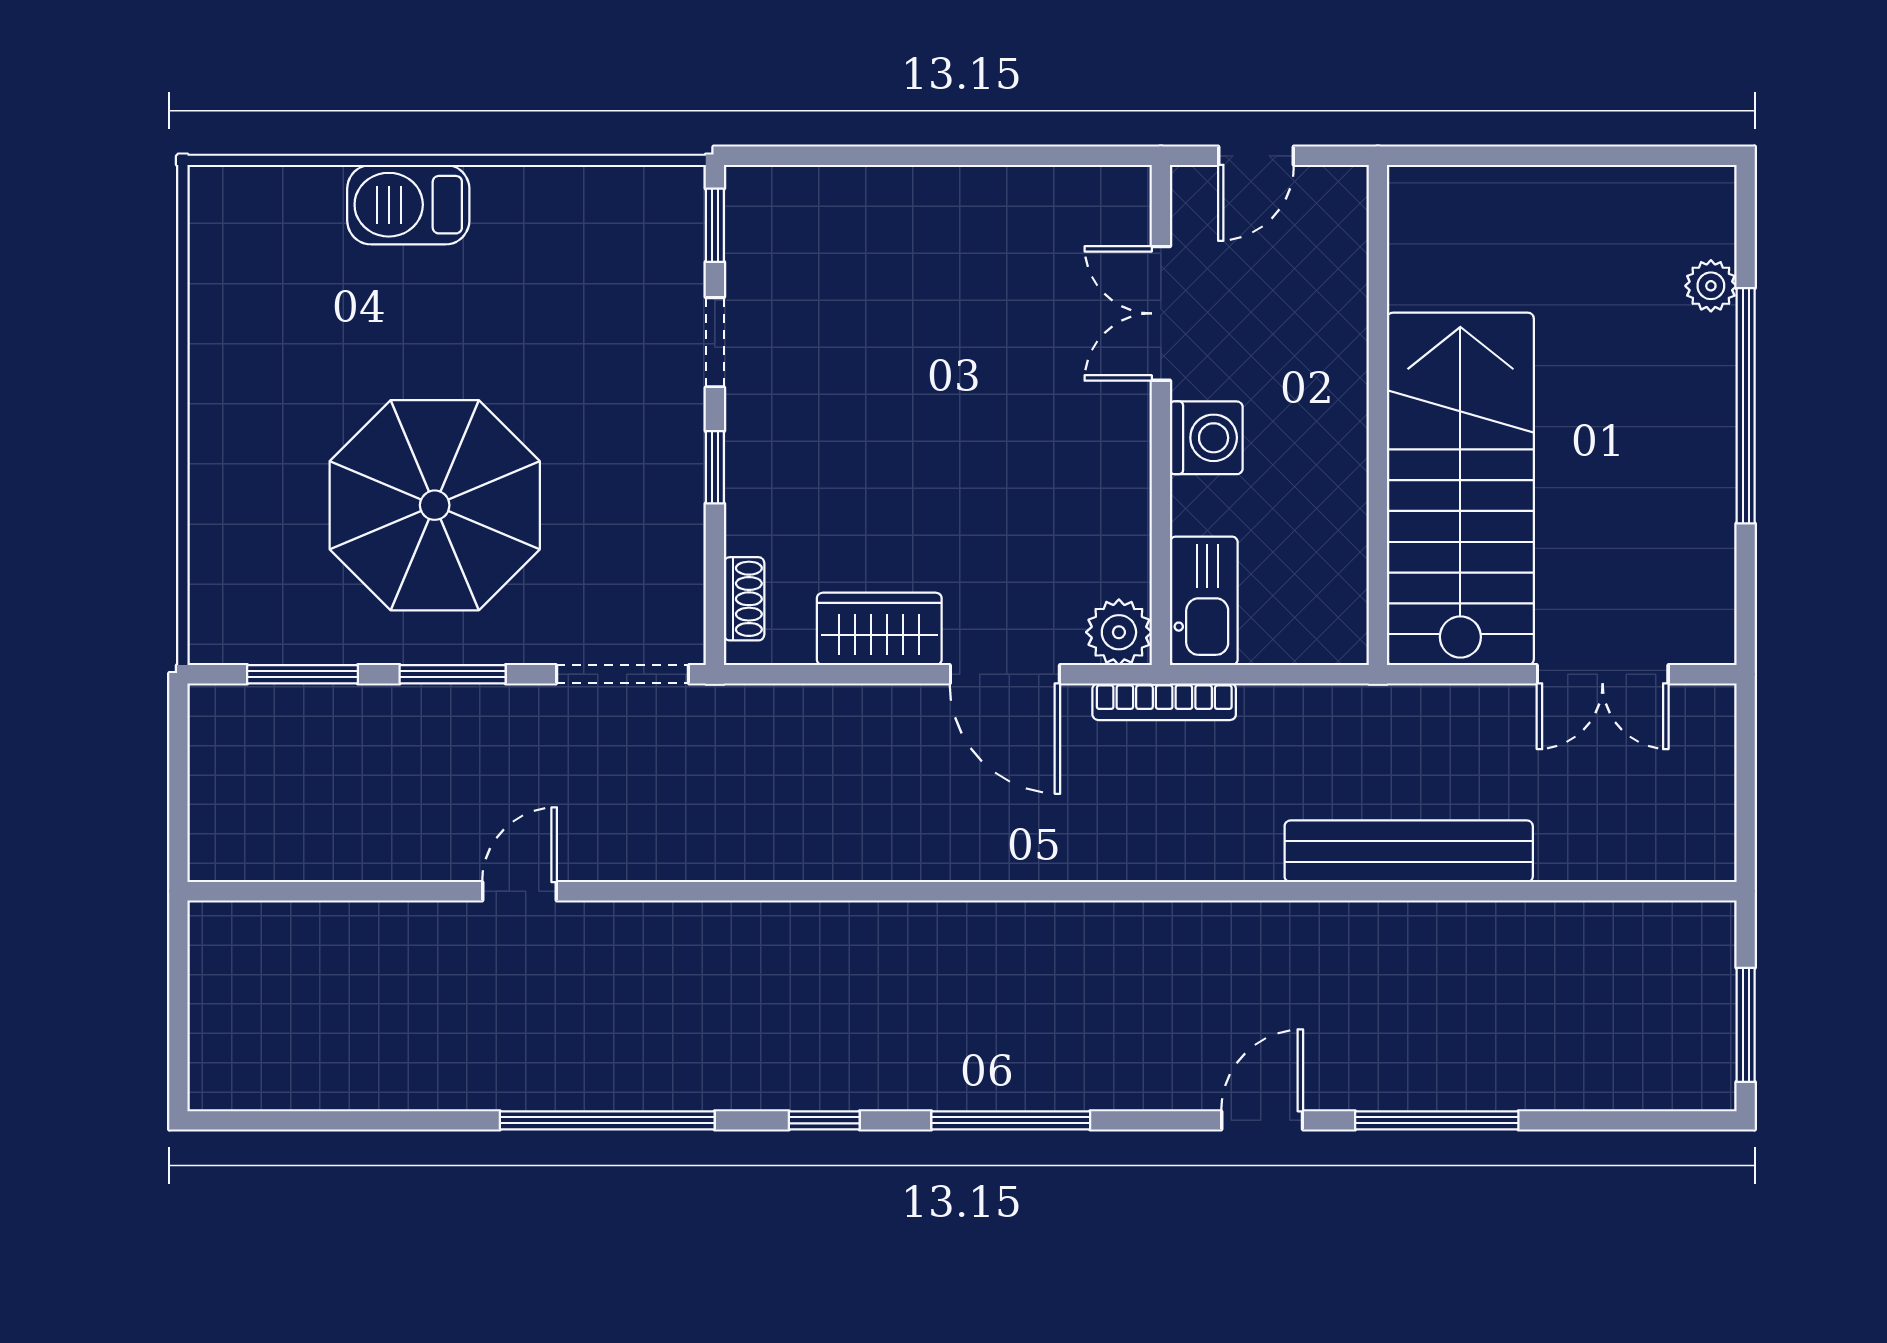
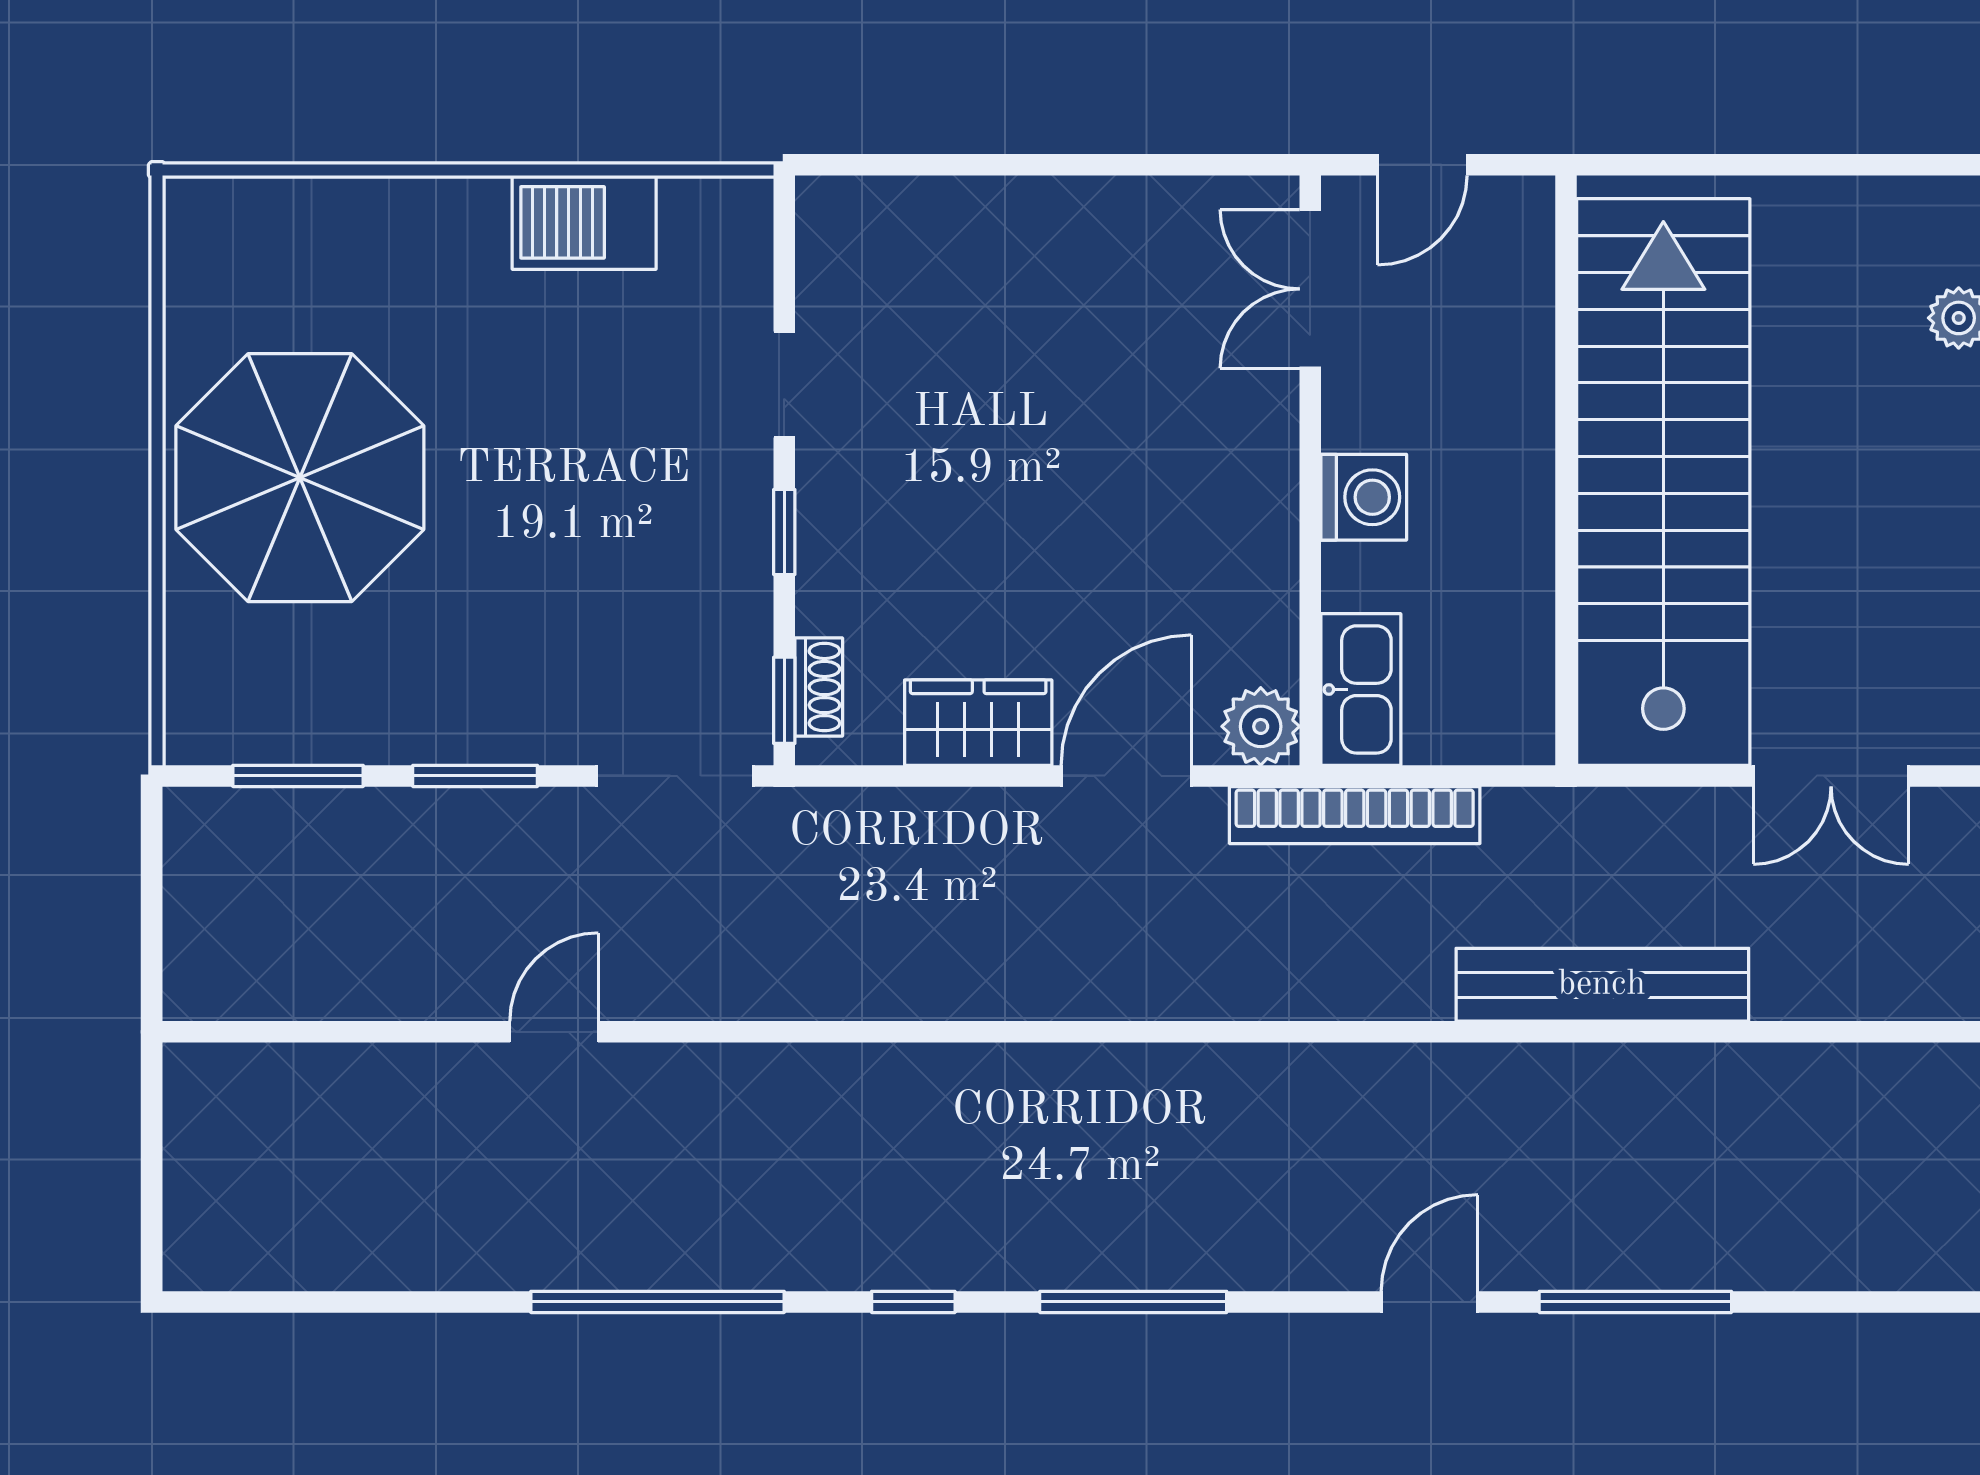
barbecue: (408, 205) -> (584, 222), moved
window: (715, 225) -> (784, 700), moved
double door: (1161, 313) -> (1310, 289), moved
stairs: (1460, 489) -> (1663, 482), width x1.36
parasol: (435, 505) -> (300, 478), moved
door: (1005, 674) -> (1126, 776), swing flipped
bookcase: (1164, 702) -> (1355, 815), width x1.48, depth x1.31

